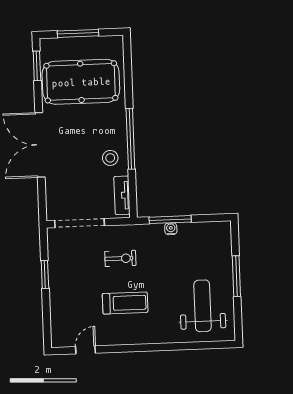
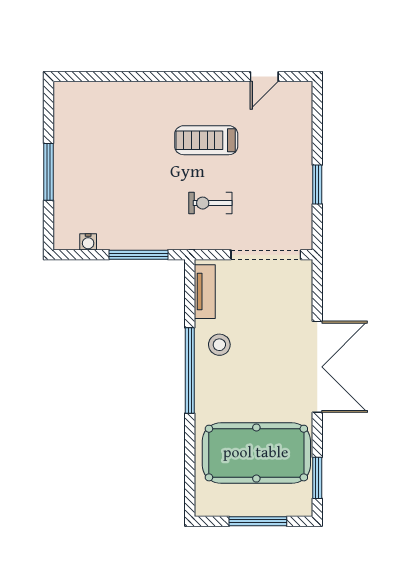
water cooler: (171, 229) -> (88, 242), moved
weight bench: (203, 306) -> (98, 132), removed

